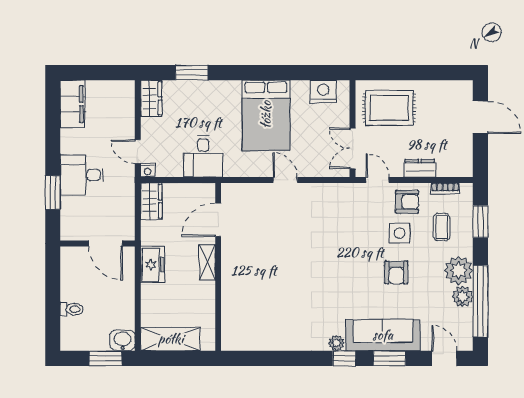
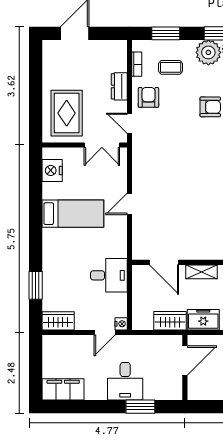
bed: (266, 115) -> (73, 214), width x0.67
door: (377, 180) -> (129, 123), hinge flipped
wardrobe: (151, 201) -> (170, 321), moved
side table: (400, 233) -> (176, 104), removed

